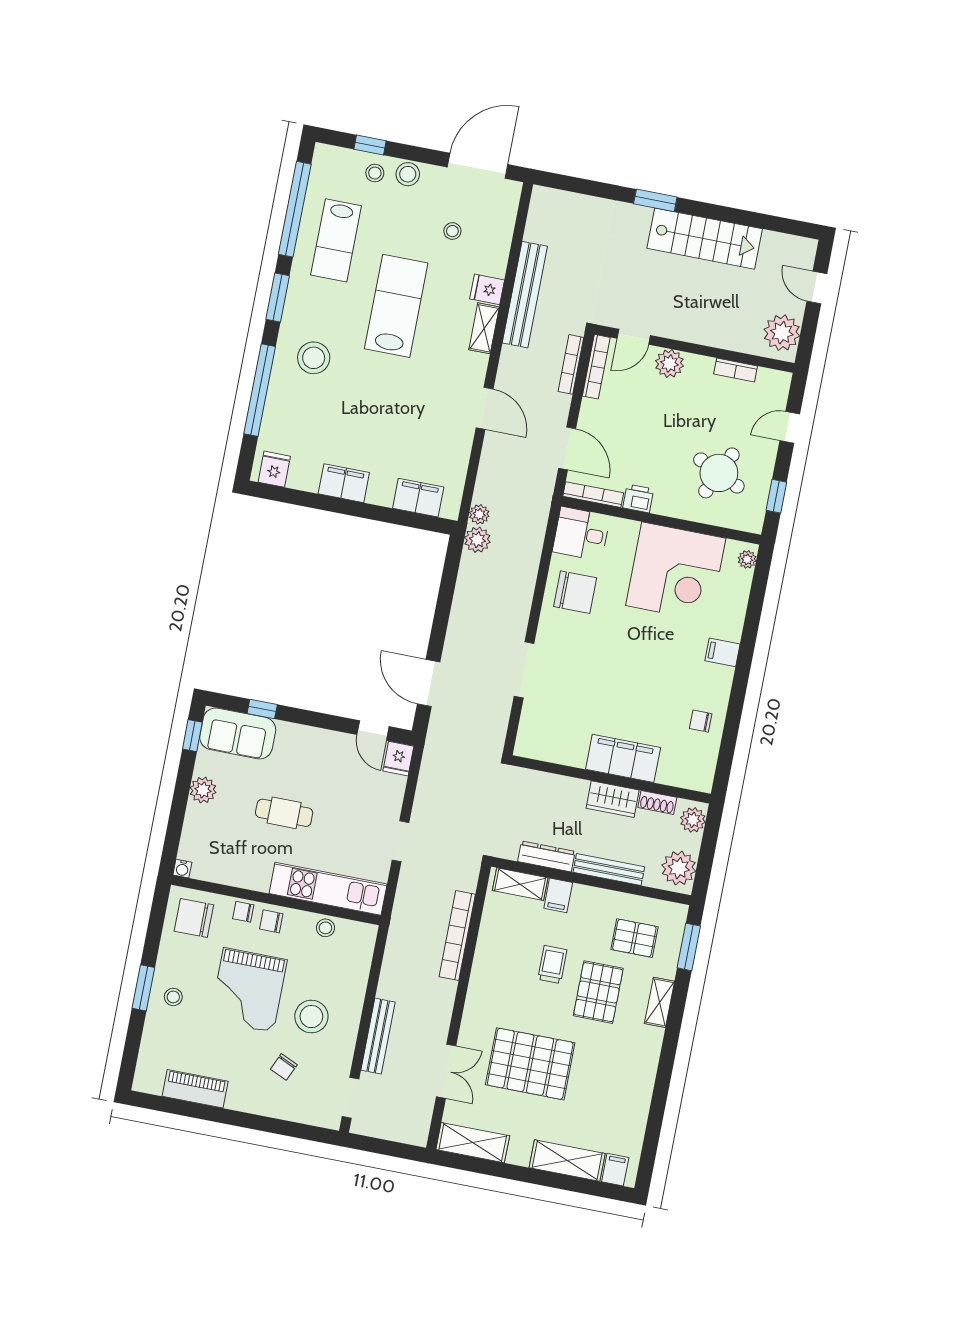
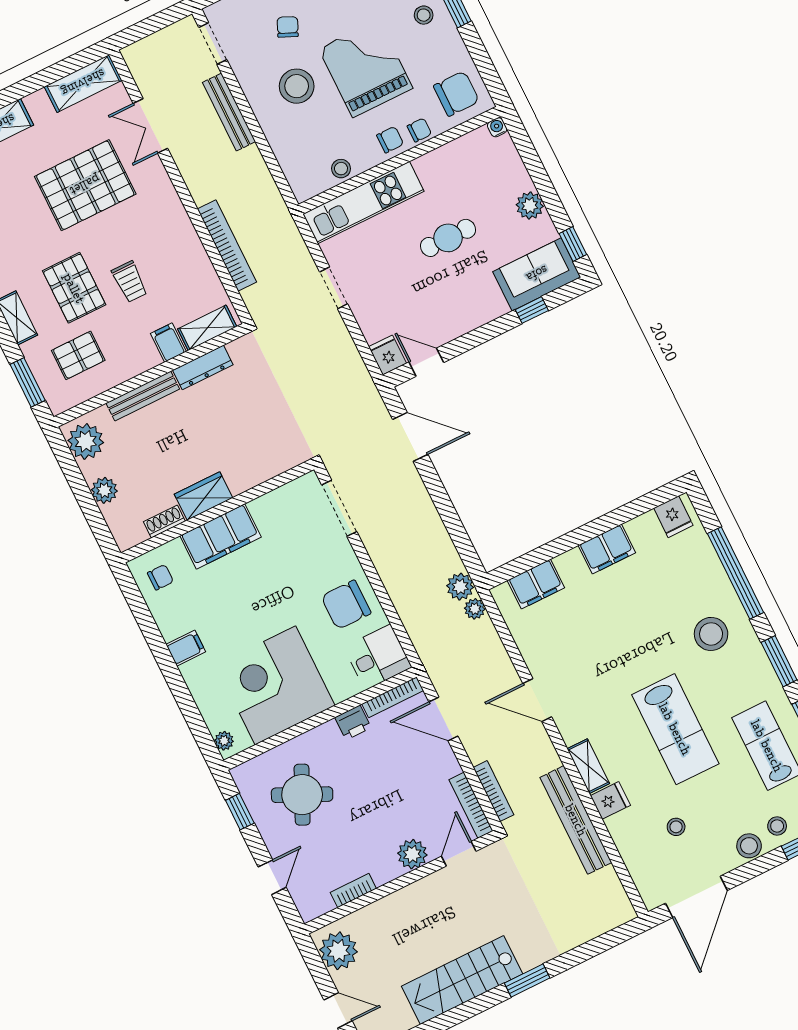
filing cabinet: (623, 758) -> (221, 536), moved
wall: (611, 779) -> (218, 511), moved
wardrobe: (613, 799) -> (204, 496), moved
shoe rack: (657, 802) -> (164, 522), moved

